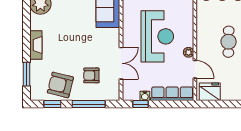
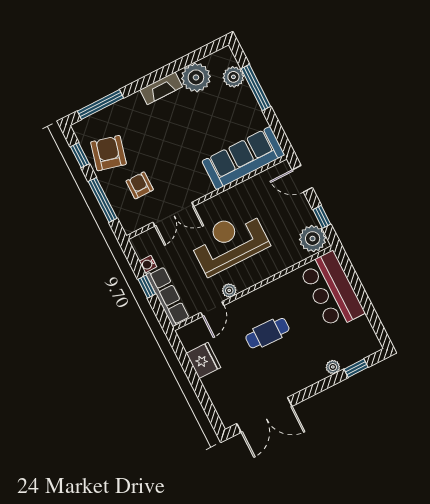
reception desk: (157, 36) -> (229, 242), turned 180
fireplace: (36, 45) -> (161, 88), moved
window: (26, 74) -> (100, 104), width x1.44
fridge: (210, 92) -> (203, 360), moved
window: (140, 104) -> (147, 287), moved

